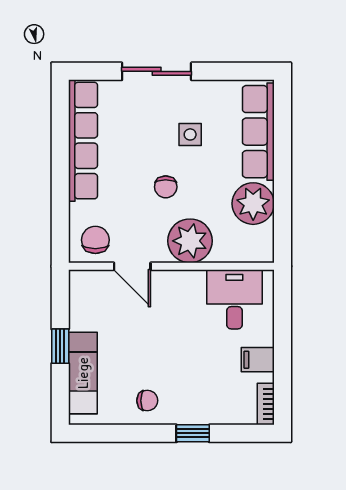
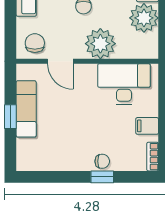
desk: (234, 299) -> (124, 84), width x1.37
exam couch: (83, 373) -> (26, 109), moved
chair: (147, 401) -> (102, 161), moved

